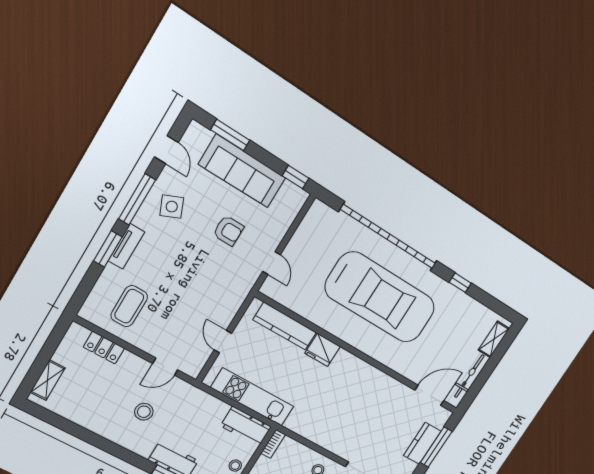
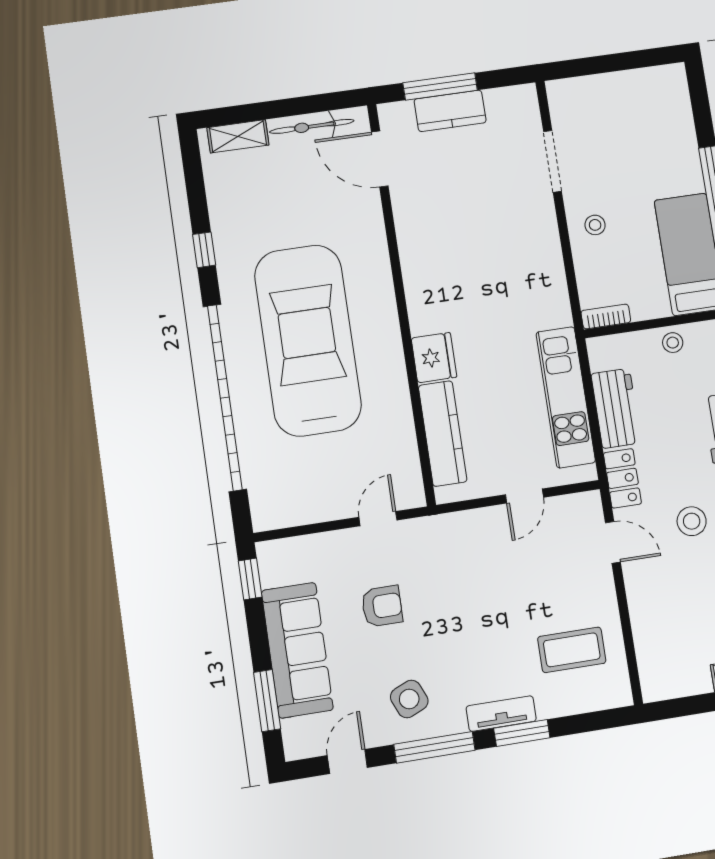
armchair: (228, 231) -> (382, 606), turned 90
locker: (104, 348) -> (622, 478), moved
workbench: (246, 426) -> (616, 408), moved

